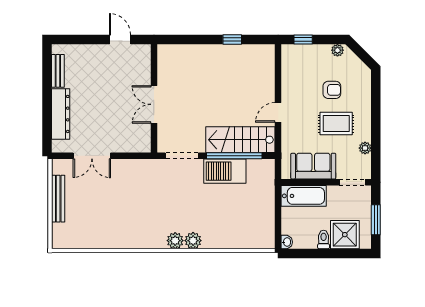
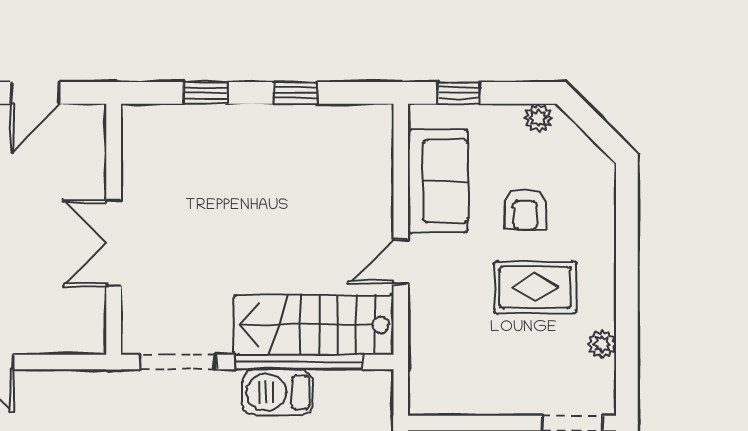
door: (120, 39) -> (35, 93), swing flipped
window: (194, 39) -> (205, 93), added
armchair: (332, 90) -> (525, 209), turned 90
sofa: (313, 166) -> (438, 181), moved, turned 90
barbecue: (225, 171) -> (278, 392), width x0.73, depth x0.83

